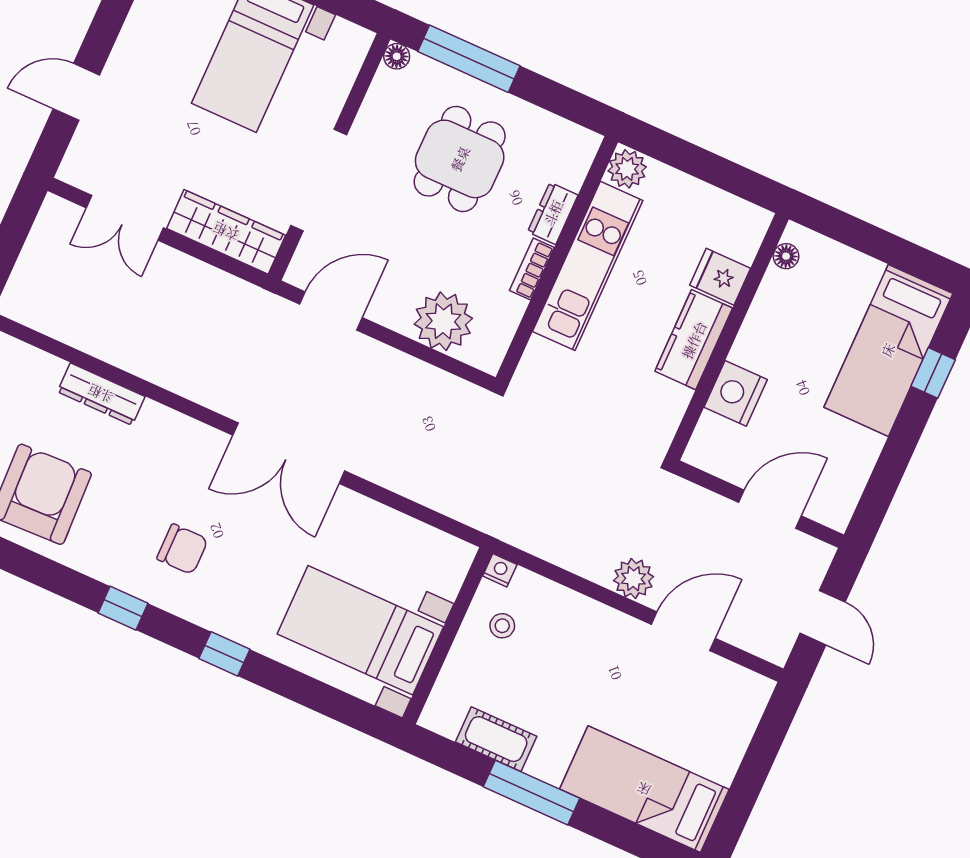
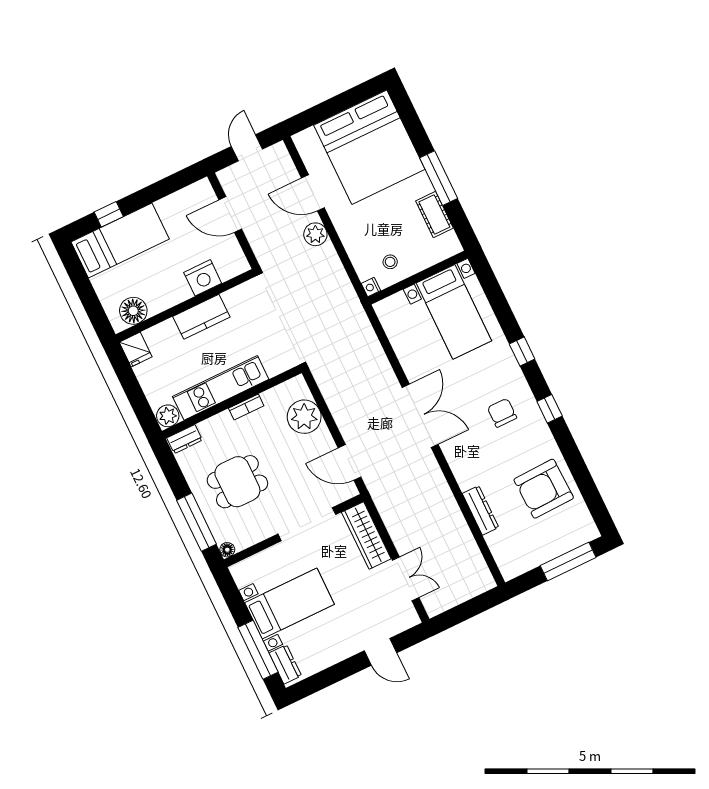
dresser: (553, 213) -> (185, 439), moved
floor lamp: (786, 256) -> (133, 311), width x1.89, depth x1.89
fridge: (720, 277) -> (136, 349), moved
bed: (644, 789) -> (369, 147), width x2.04

